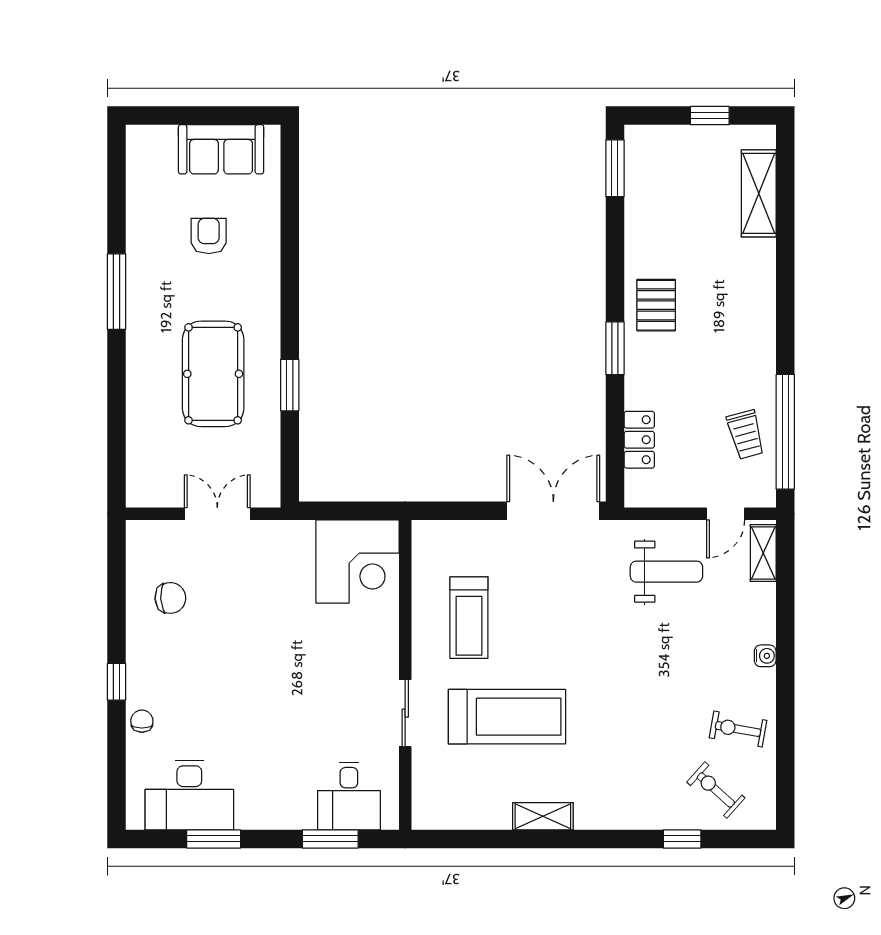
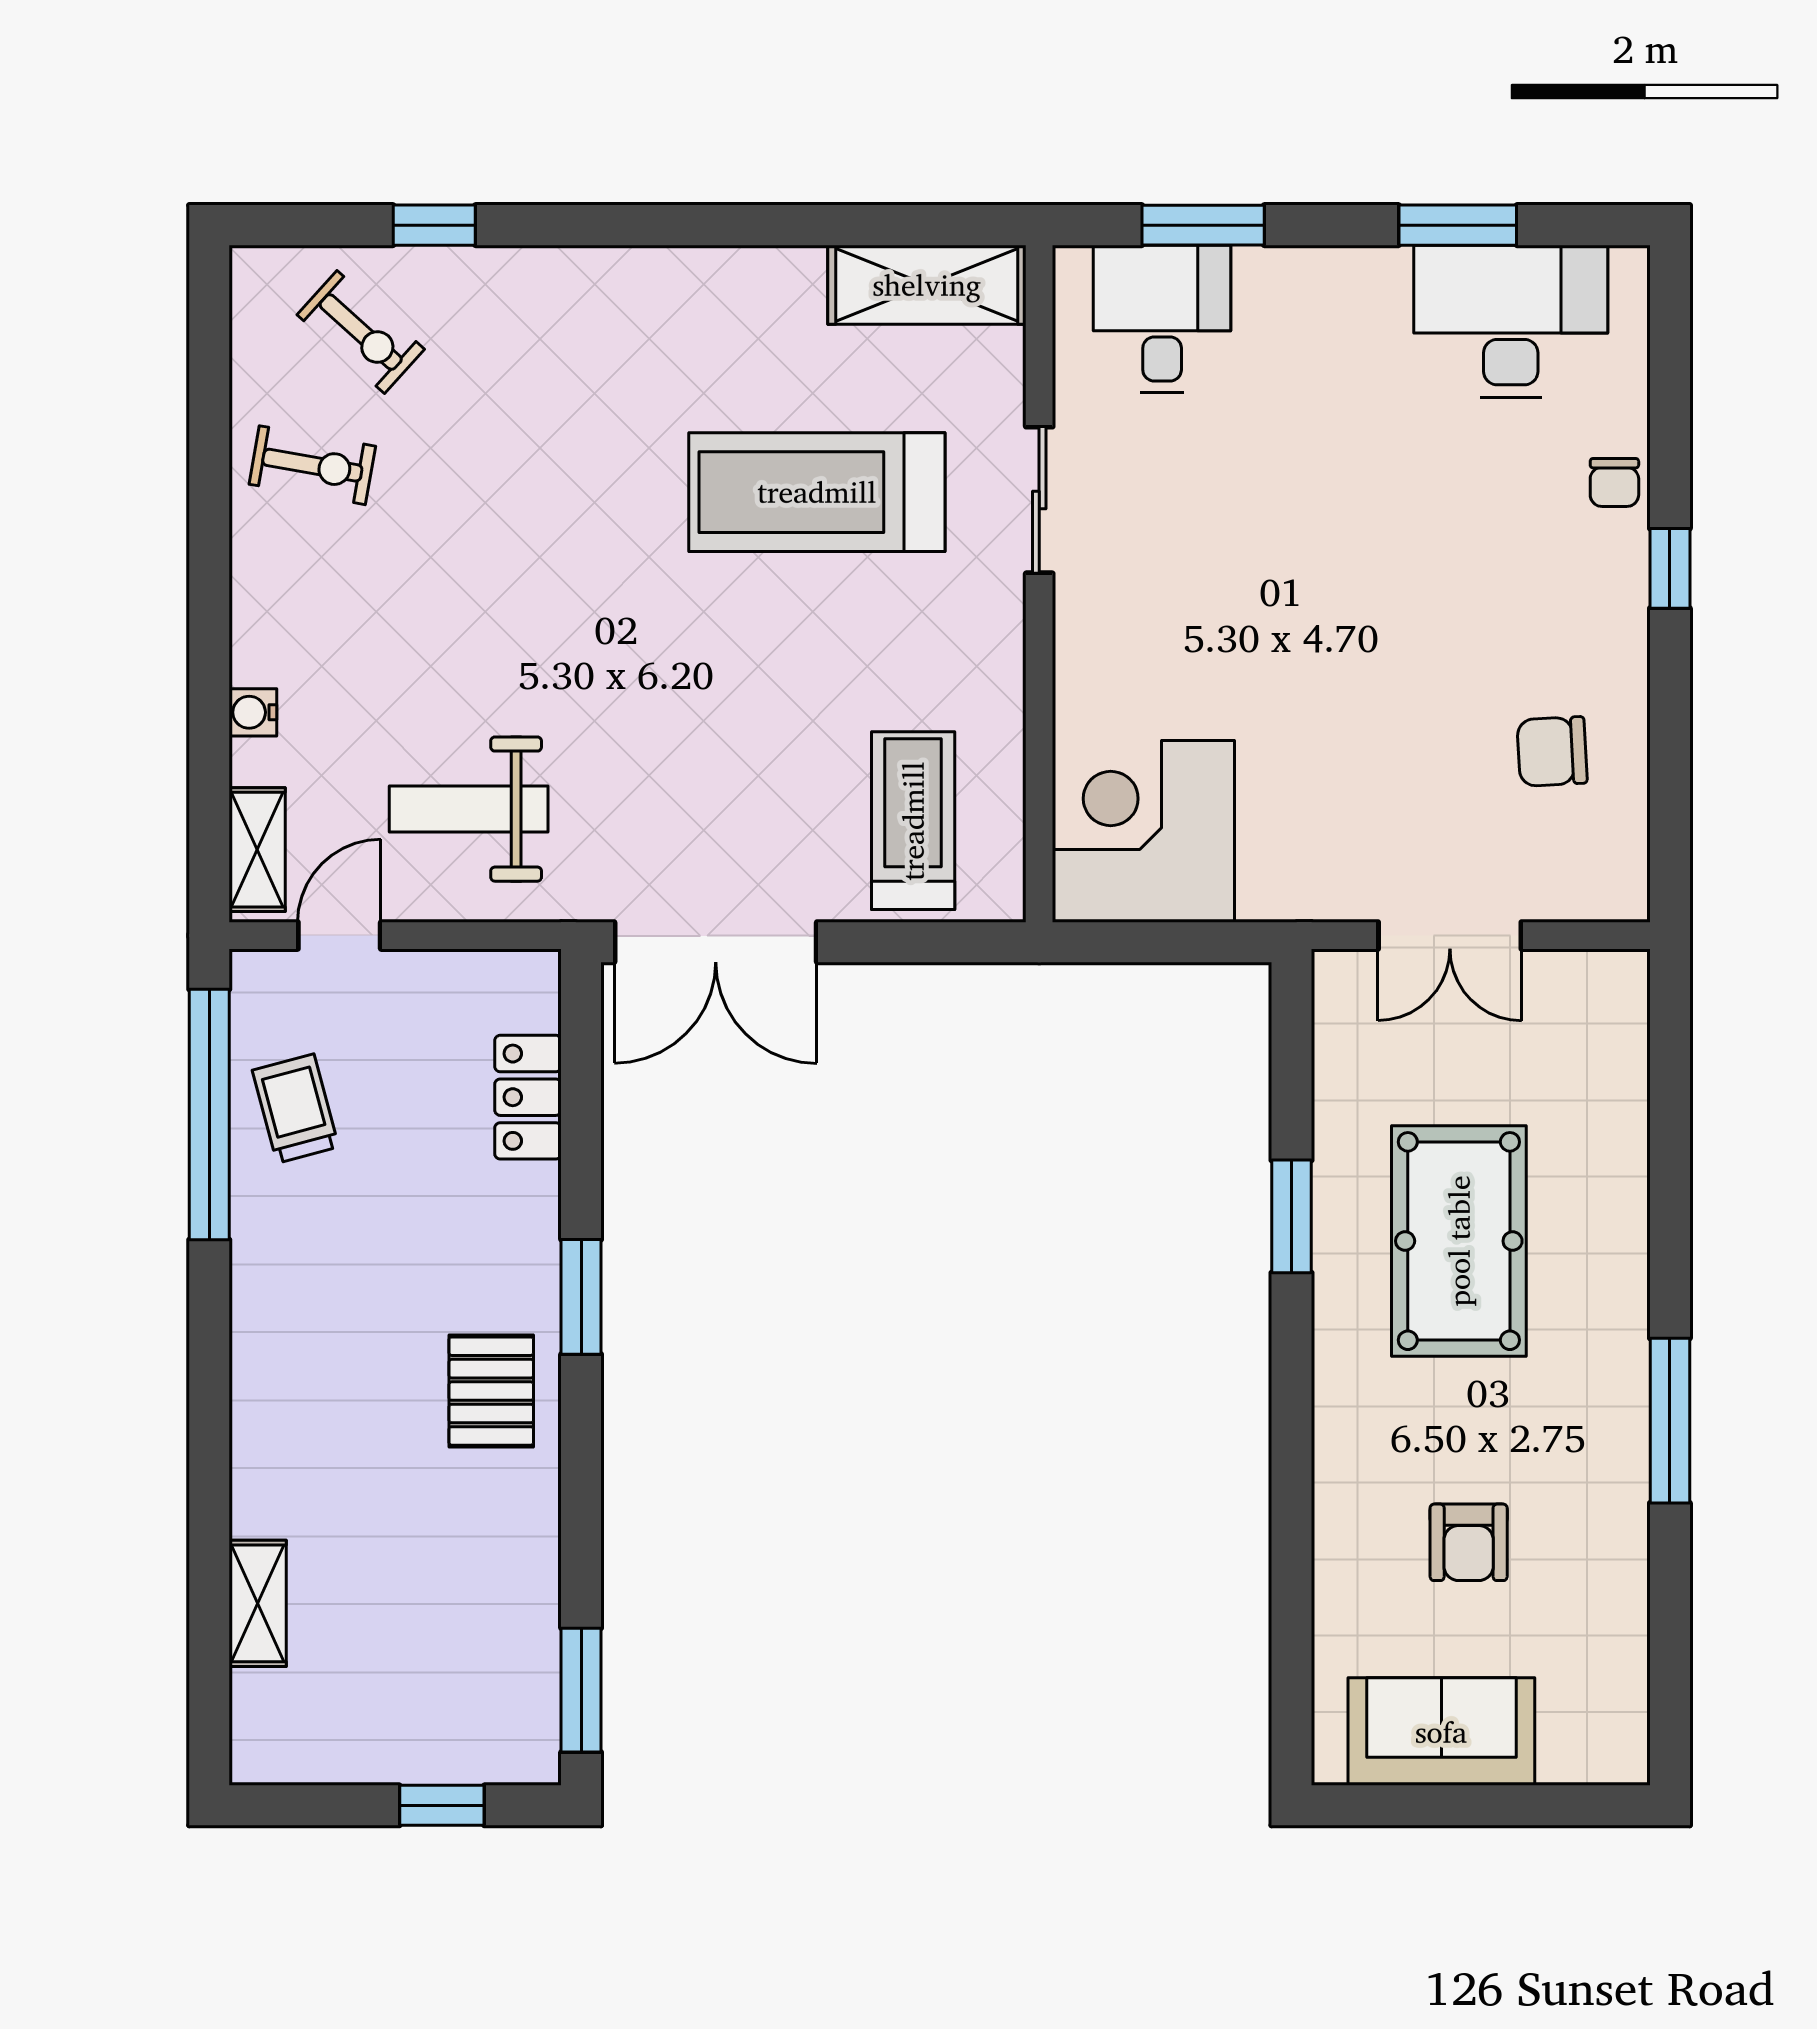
window: (710, 116) -> (442, 1805), moved
shelving: (759, 193) -> (258, 1603), width x0.67, depth x0.75
treadmill: (469, 618) -> (913, 821), moved
water cooler: (765, 656) -> (253, 712), moved
shelving: (543, 816) -> (927, 285), moved, width x1.50, depth x1.33

